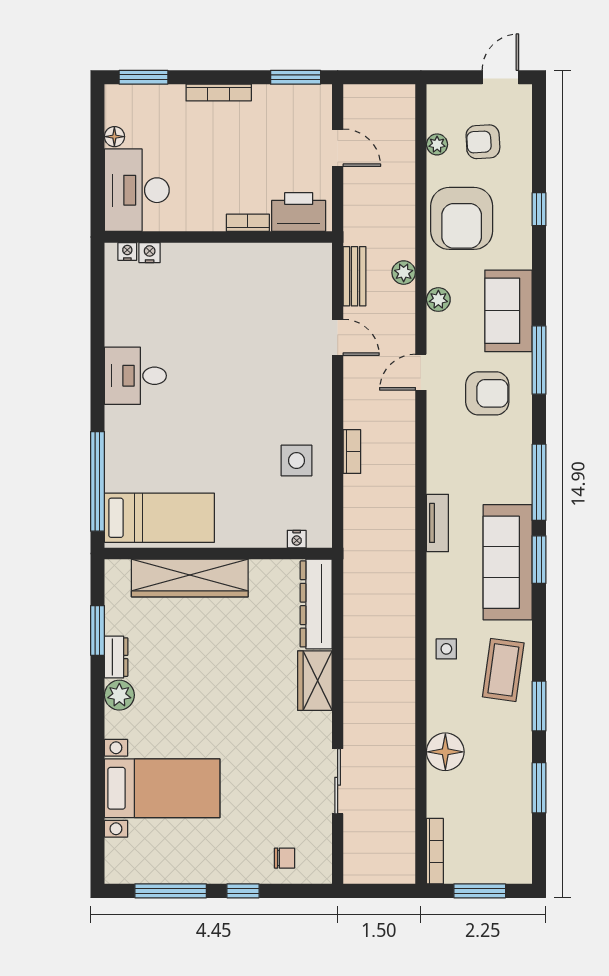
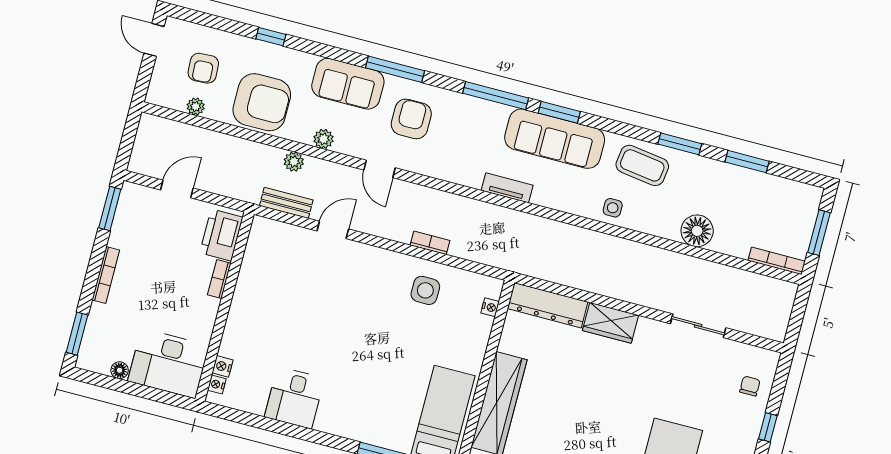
desk: (135, 376) -> (295, 398), moved

